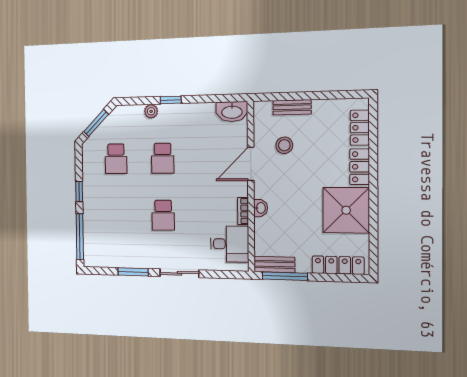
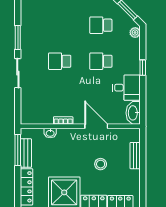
plant: (151, 111) -> (135, 33), moved
stool: (284, 145) -> (101, 164), moved
washbasin: (261, 208) -> (50, 133), moved
desk: (230, 244) -> (126, 88), moved, turned -90
bench: (274, 264) -> (26, 153), moved

